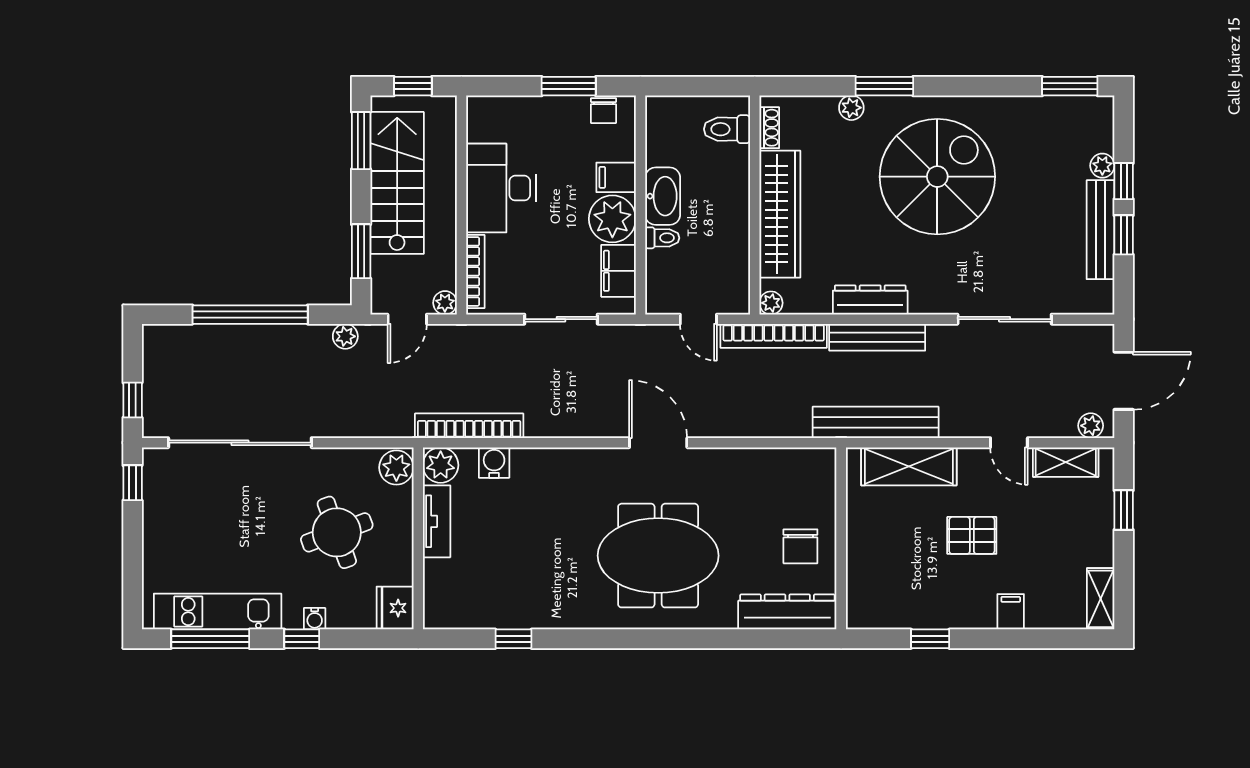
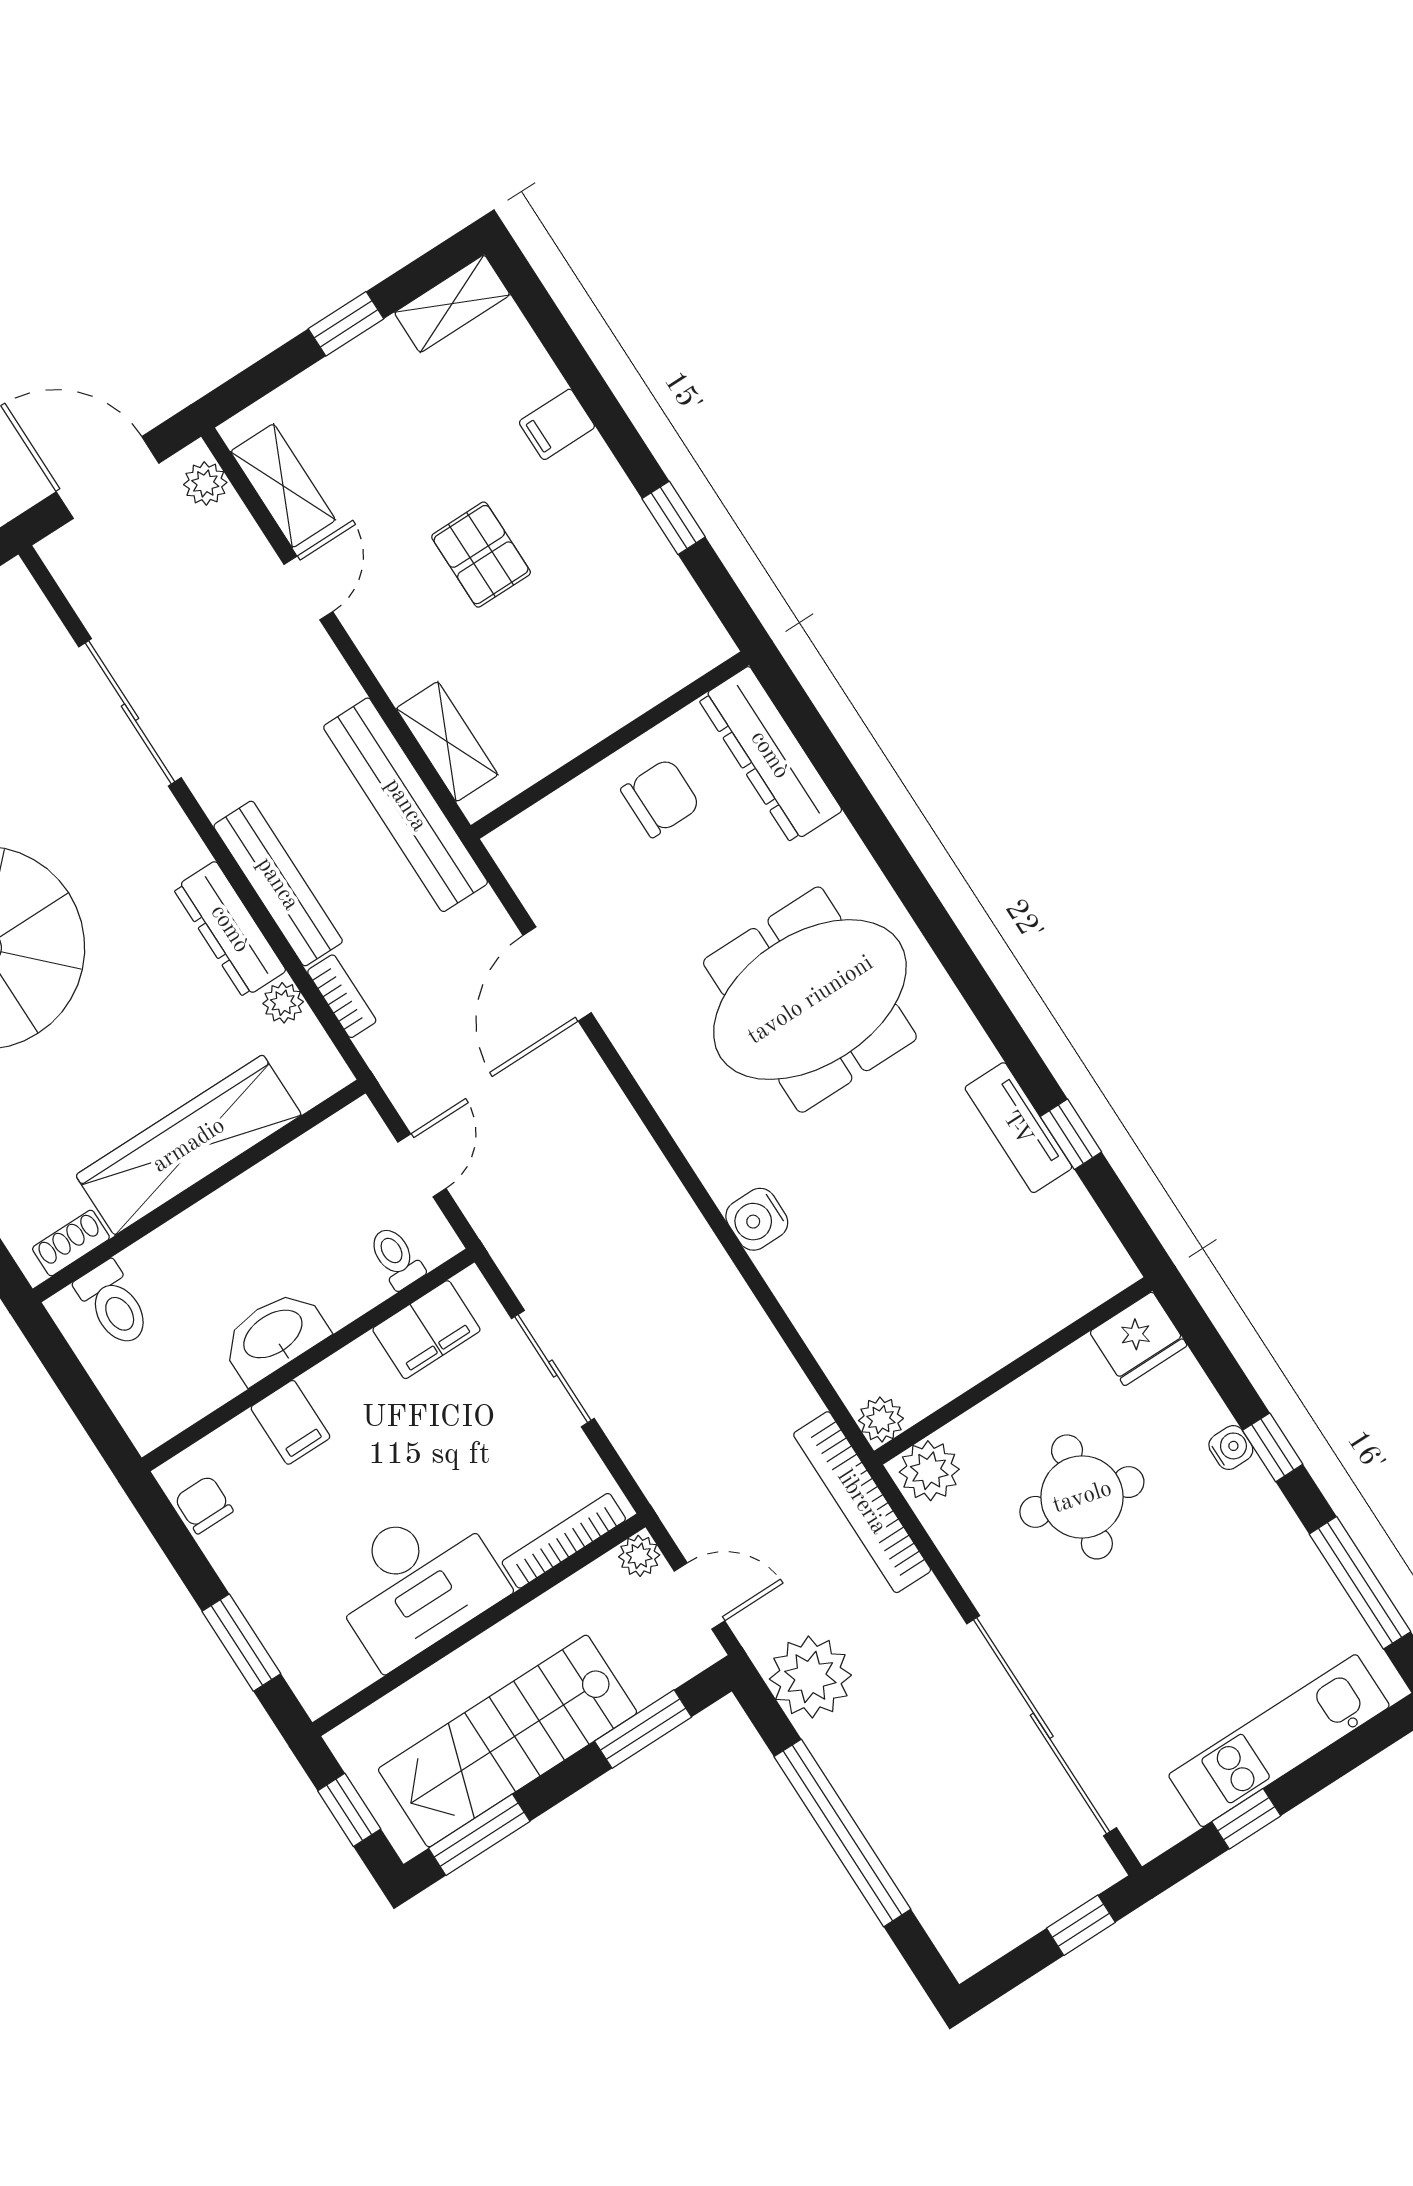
window: (569, 86) -> (241, 1643), moved
chair: (603, 111) -> (204, 1505), turned -90
plant: (612, 219) -> (355, 1388), removed
toilet: (662, 238) -> (396, 1258), moved
plant: (771, 303) -> (283, 1003), moved
plant: (345, 336) -> (810, 1677), width x1.88, depth x1.88
bookcase: (774, 336) -> (342, 996), width x0.43, depth x0.76
bookcase: (469, 426) -> (862, 1502), moved
door: (658, 443) -> (557, 974), moved
water cooler: (494, 463) -> (757, 1219), moved
plant: (441, 465) -> (881, 1419), width x0.73, depth x0.73
shelving: (909, 466) -> (447, 742), width x0.67, depth x0.75
window: (133, 483) -> (1246, 1819), moved
window: (1124, 510) -> (346, 324), moved
tv unit: (437, 521) -> (1018, 1128), moved, turned -90
round table: (337, 532) -> (1082, 1497), turned 35
meeting table: (658, 556) -> (810, 1000), turned 90
kitchen unit: (218, 612) -> (1279, 1741), moved, turned 90

